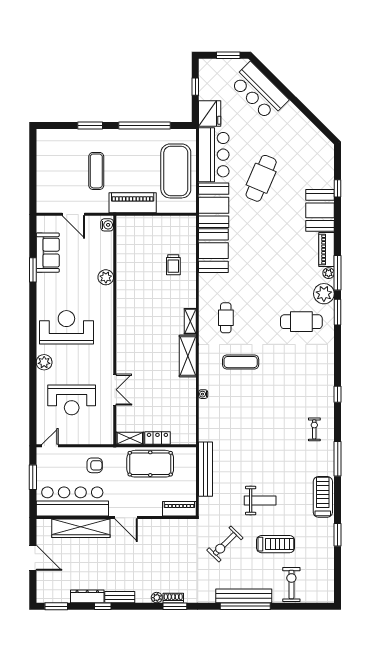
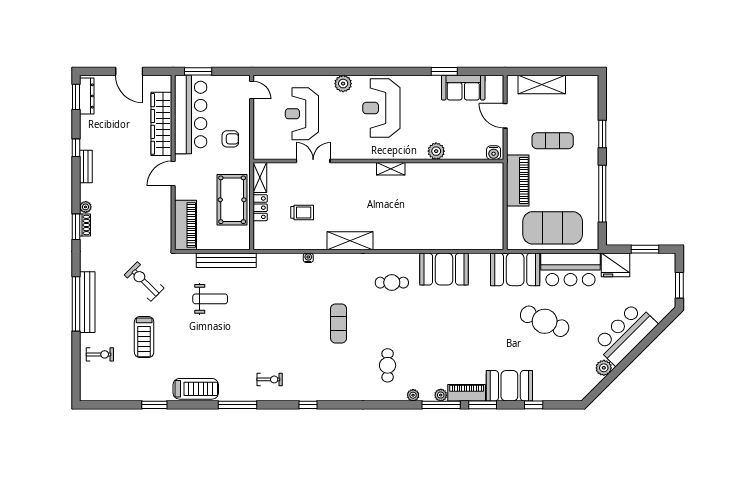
window: (195, 87) -> (645, 249), width x1.50
bar counter: (259, 91) -> (625, 334), moved
plant: (304, 124) -> (604, 368), added
shelving: (45, 181) -> (542, 84), added
door: (73, 214) -> (505, 116), hinge flipped
booth: (213, 251) -> (444, 269), moved
trolley: (173, 265) -> (302, 212), moved, turned 180
plant: (324, 294) -> (413, 395), width x0.53, depth x0.53
window: (338, 312) -> (483, 405), moved
shelving: (190, 321) -> (391, 169), moved
cafe table: (301, 322) -> (388, 365), width x0.73, depth x0.74
reception desk: (66, 327) -> (381, 108), turned 180
exercise mat: (241, 362) -> (339, 323), moved
double door: (115, 390) -> (313, 161), swing flipped
armchair: (95, 465) -> (230, 139), turned -90
window: (33, 477) -> (198, 71), moved
weight bench: (260, 500) -> (210, 299), moved, turned -90
piano: (179, 509) -> (185, 225), width x1.37, depth x1.33
door: (33, 558) -> (129, 71), hinge flipped
exercise bike: (291, 585) -> (100, 354), width x0.73, depth x0.72
dresser: (87, 596) -> (87, 96), moved

